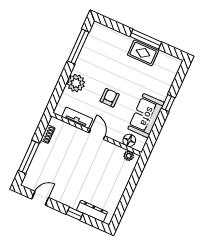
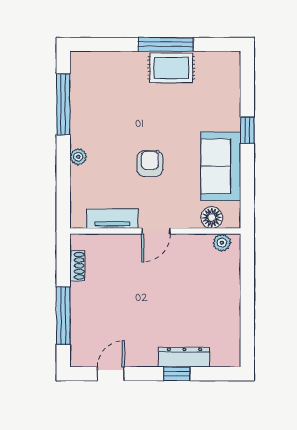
plant: (76, 83) -> (78, 157), width x0.53, depth x0.53
door: (97, 134) -> (156, 231), swing flipped
dresser: (92, 211) -> (184, 357), moved

